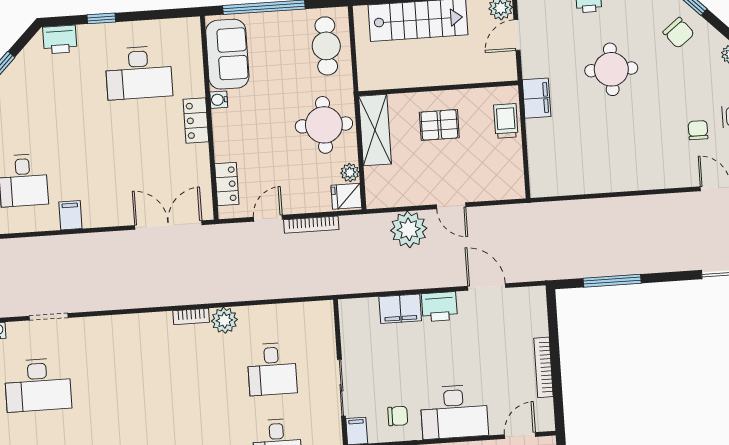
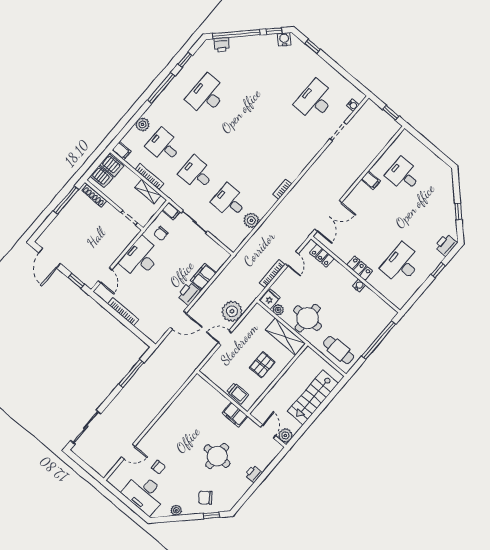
sofa: (227, 54) -> (374, 307), removed
plant: (224, 320) -> (251, 220), moved

